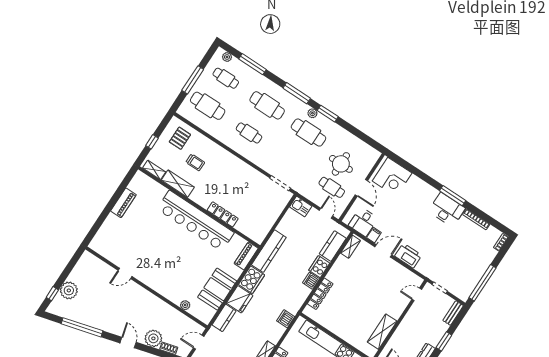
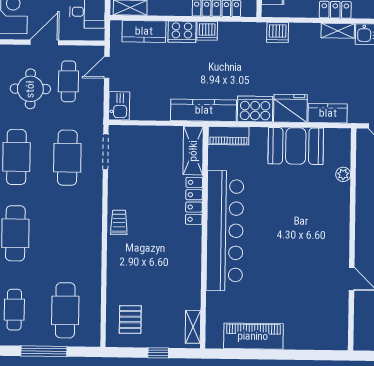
cafe table: (249, 133) -> (67, 158), moved, width x1.37, depth x1.35
pallet: (180, 138) -> (130, 319), turned 90
trolley: (195, 162) -> (119, 222), moved
shelving: (178, 184) -> (193, 151), moved
piano: (123, 203) -> (253, 336), width x1.37, depth x1.33

